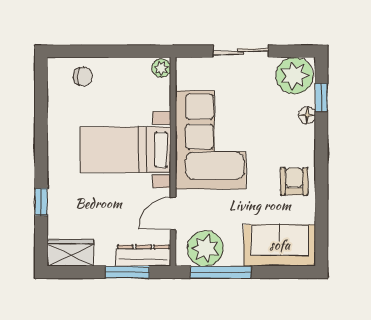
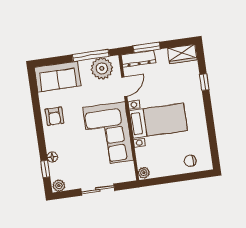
plant: (295, 76) -> (59, 186), width x0.53, depth x0.53

